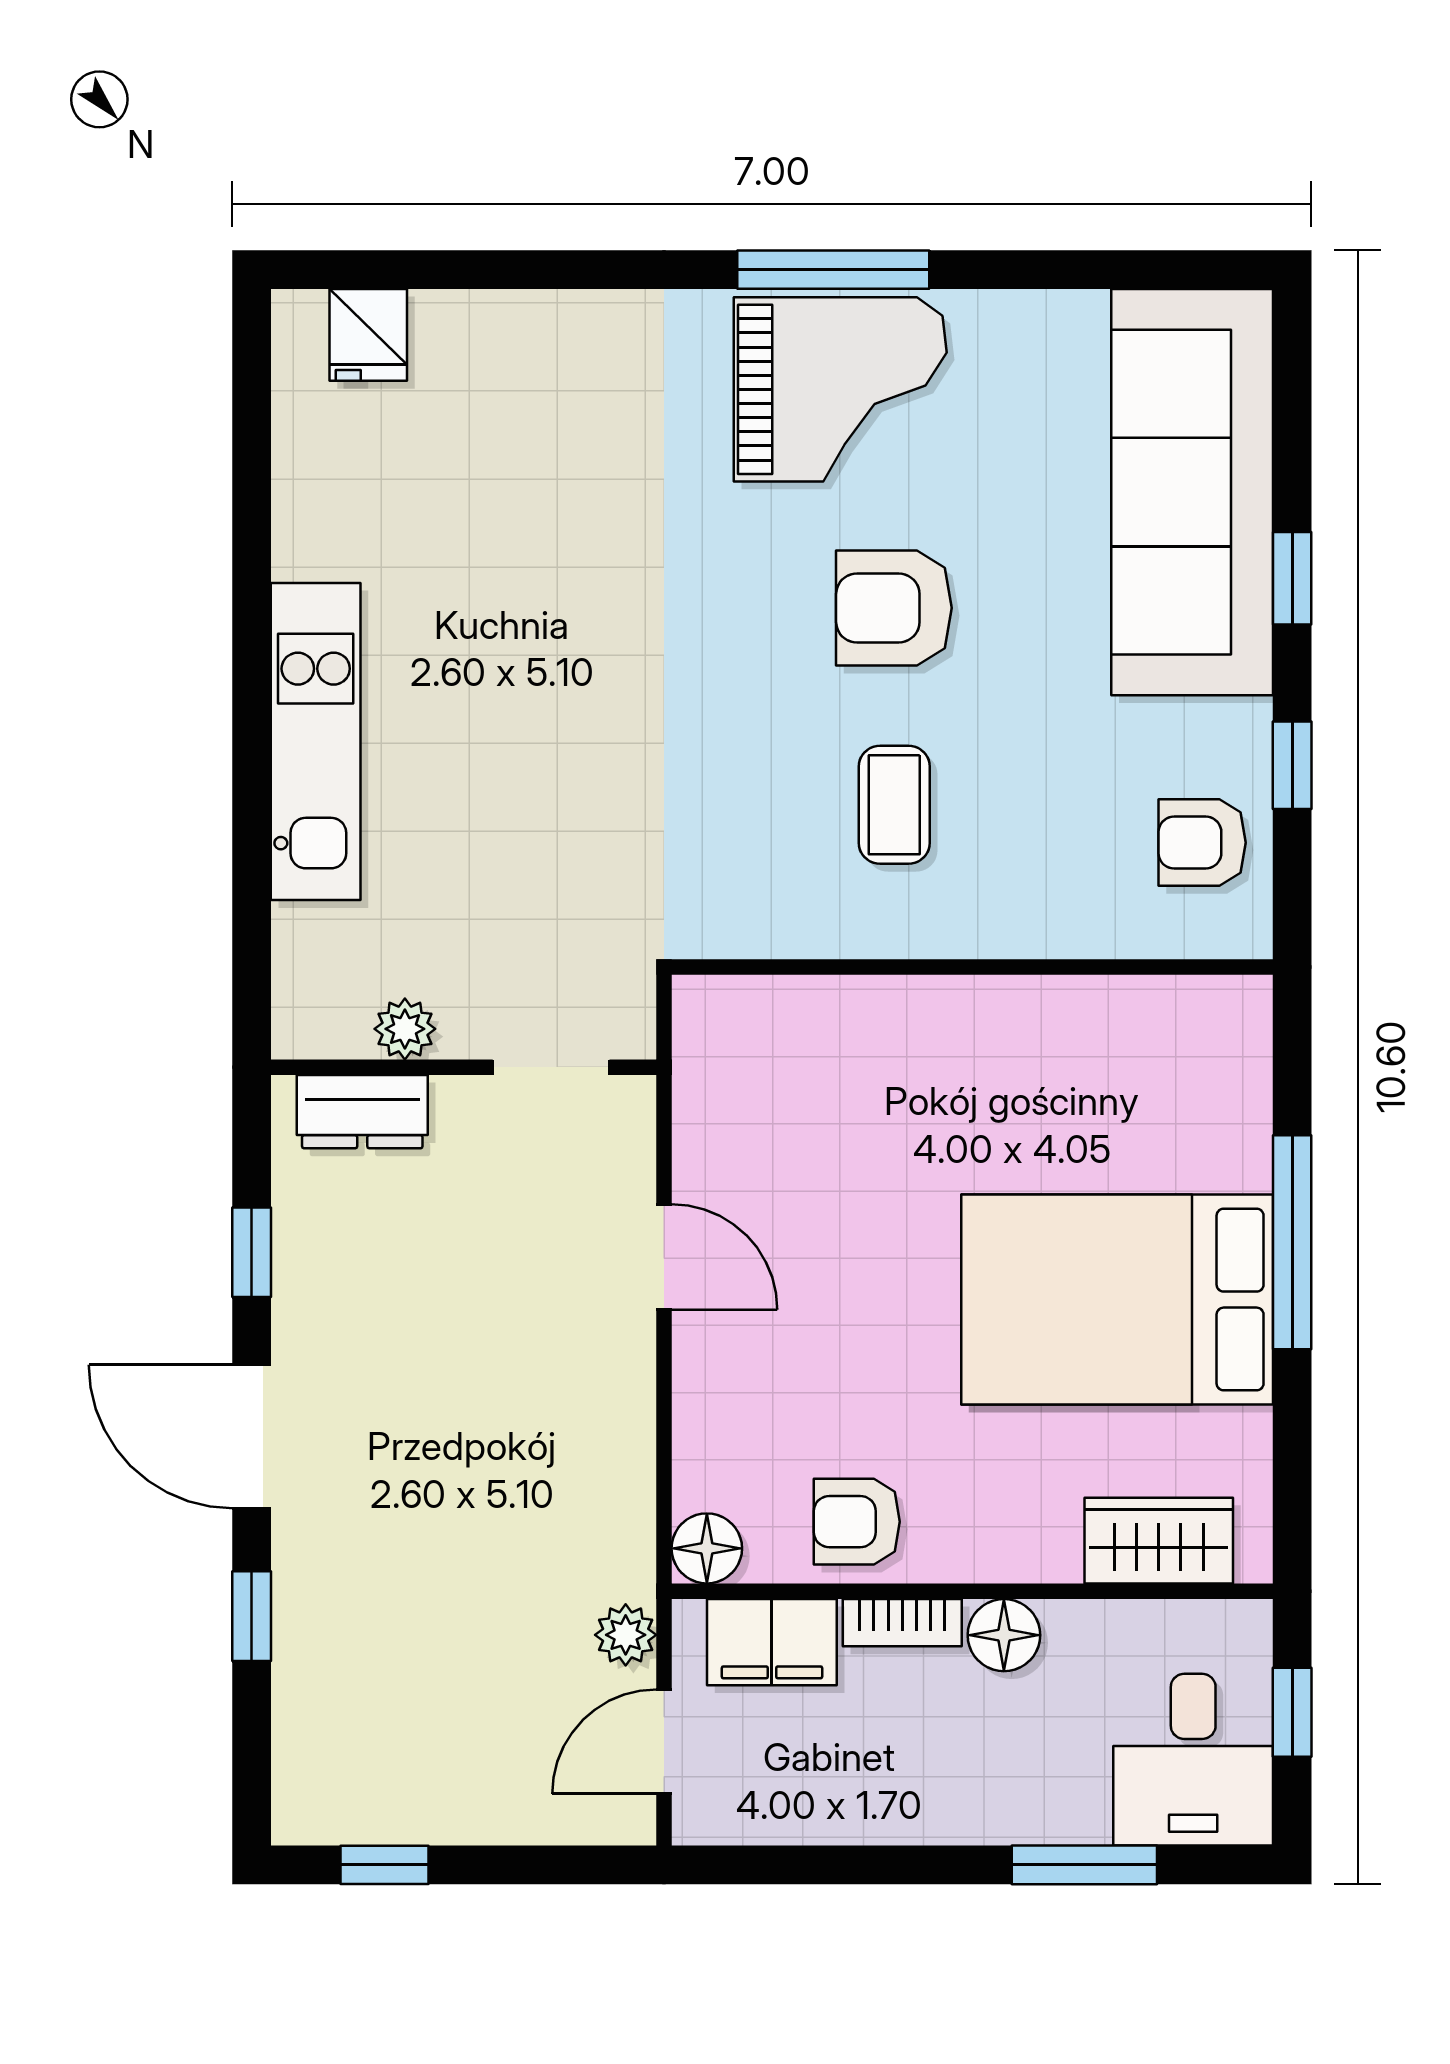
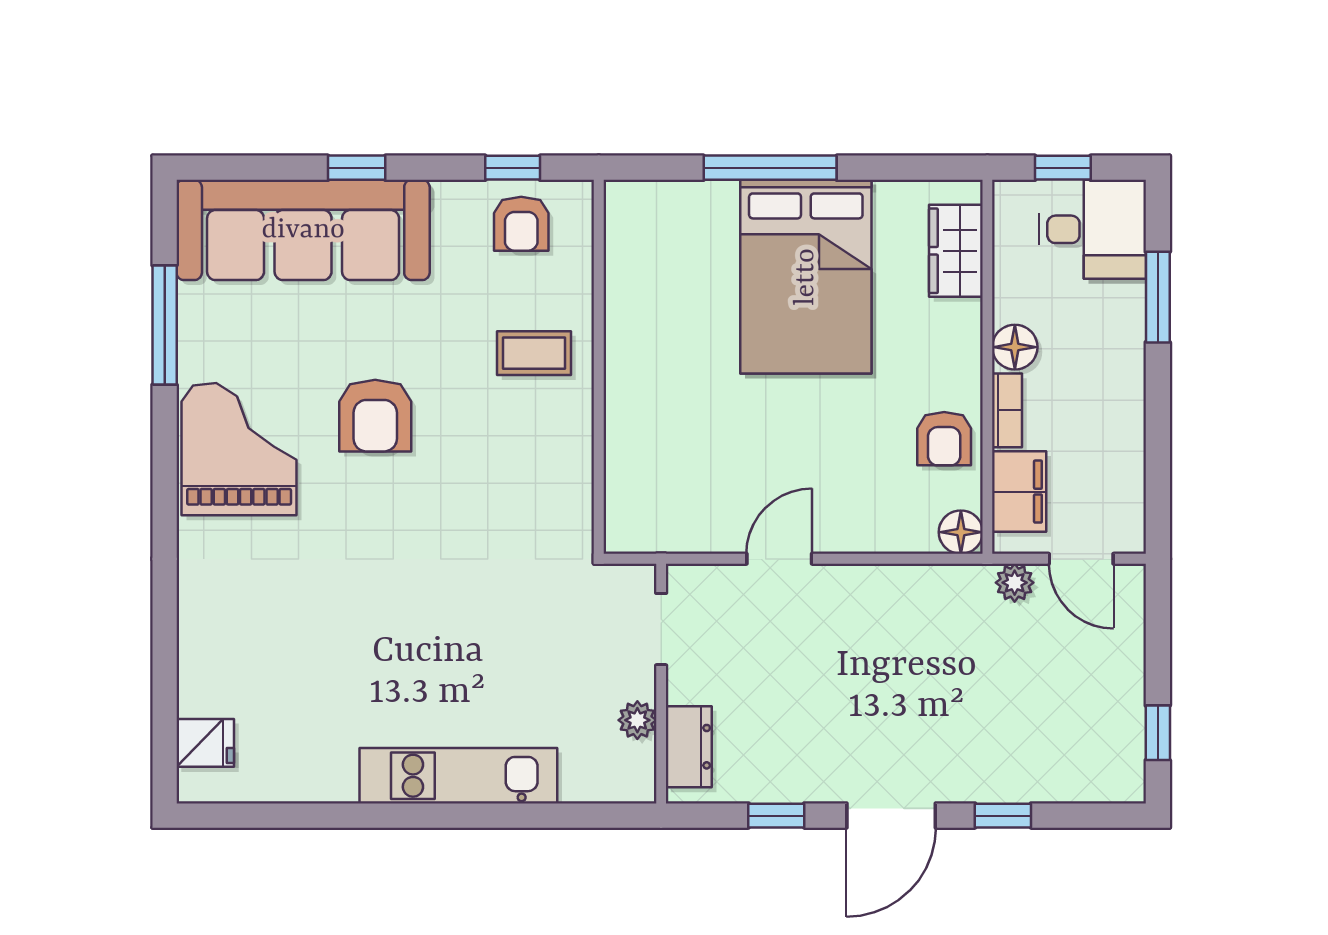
window: (833, 270) -> (165, 325), moved
window: (1292, 765) -> (513, 168), moved
coffee table: (894, 805) -> (534, 353), moved

